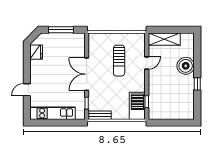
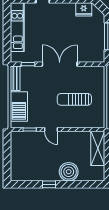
door: (147, 63) -> (51, 129), moved
barbecue: (137, 106) -> (19, 106), moved, turned 90

